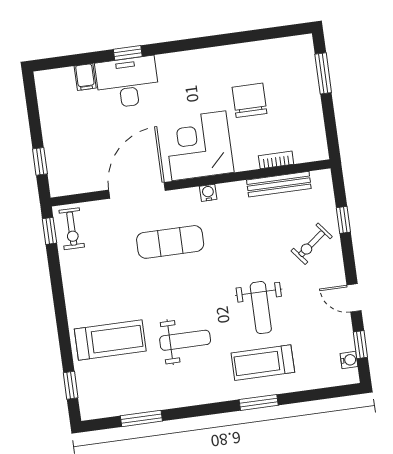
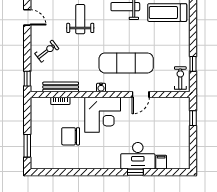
chair: (250, 100) -> (71, 136), turned 90
door: (137, 190) -> (141, 94), width x0.53
window: (343, 220) -> (27, 79), moved
window: (49, 231) -> (193, 64), moved
exercise mat: (170, 242) -> (126, 63), width x1.36, depth x1.45

